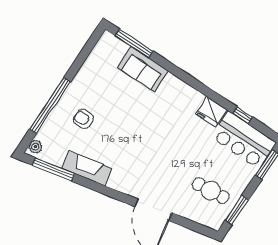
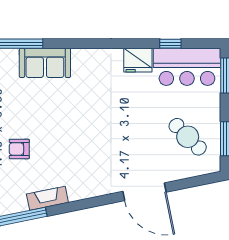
fireplace: (87, 168) -> (47, 198), width x0.73, depth x0.76
cafe table: (211, 191) -> (188, 137), turned 50

